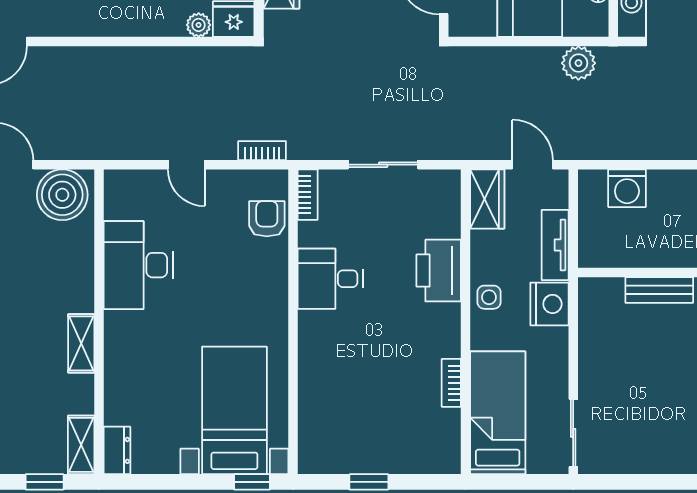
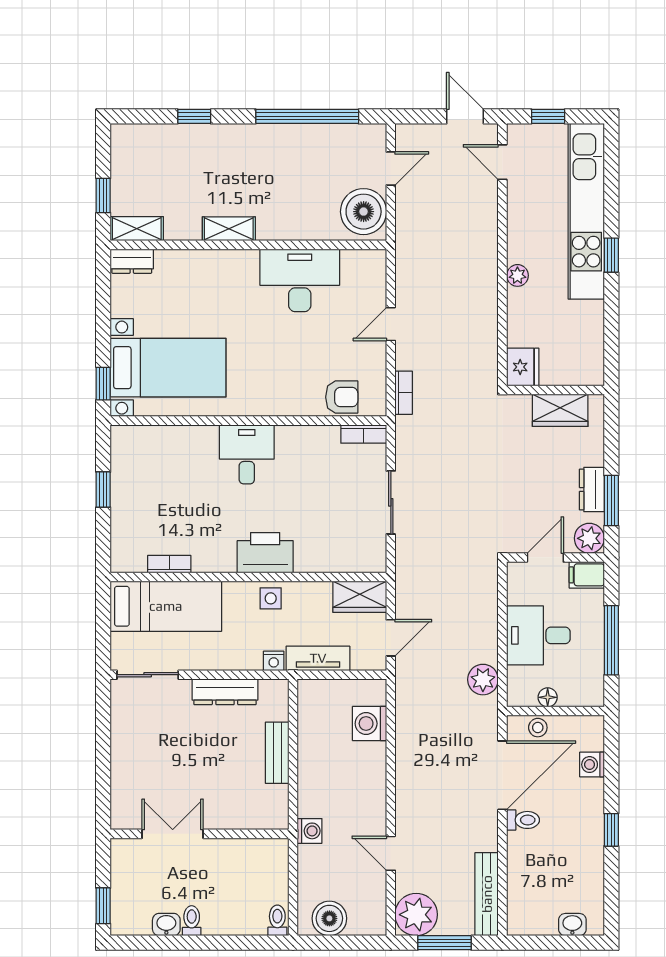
plant: (199, 25) -> (517, 275), moved
printer: (439, 271) -> (265, 553), moved
desk: (330, 279) -> (247, 454), moved
nightstand: (549, 304) -> (274, 661), width x0.53, depth x0.56
dresser: (592, 348) -> (225, 692), added
bookcase: (451, 383) -> (169, 564), moved

